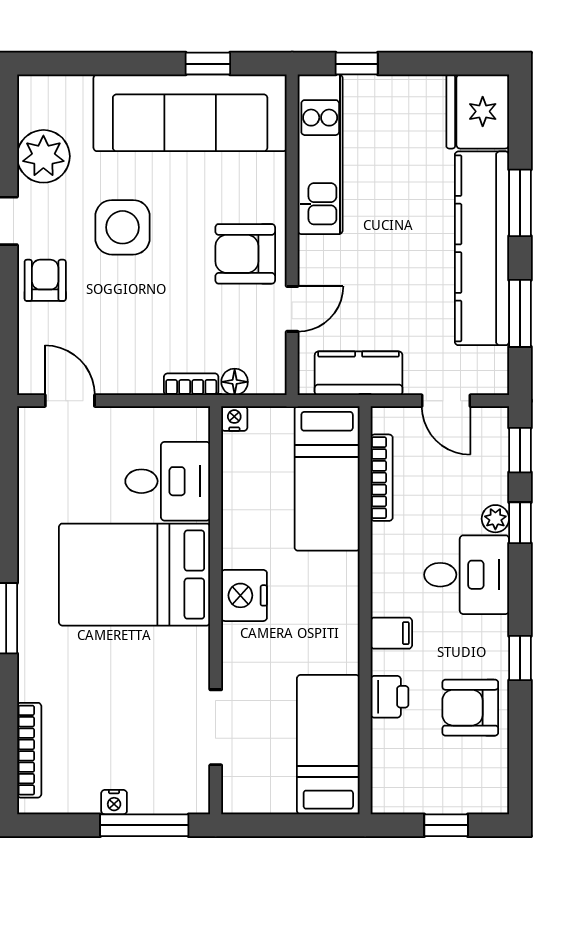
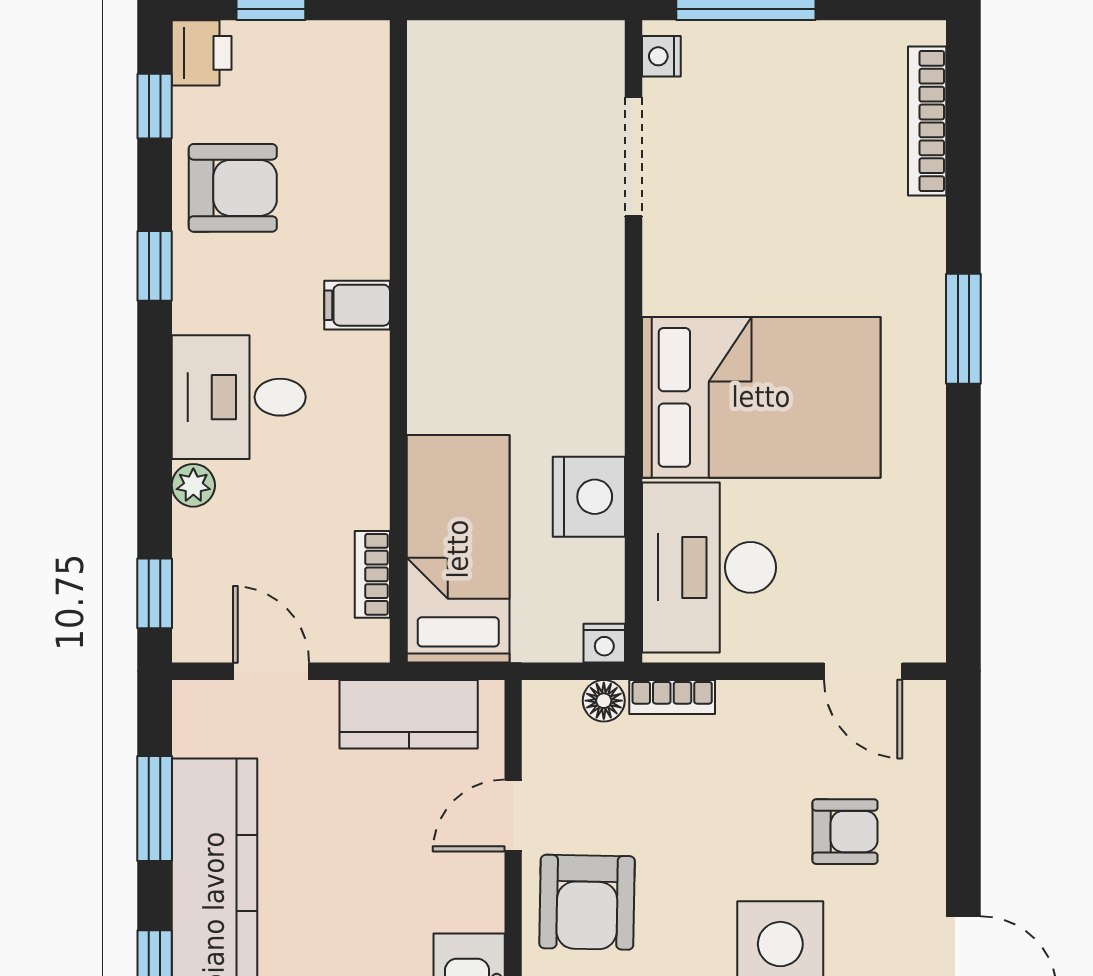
armchair: (245, 254) -> (587, 902), turned 91
armchair: (45, 280) -> (845, 832), moved, turned -90
bookcase: (382, 478) -> (372, 574), width x0.64
desk: (168, 481) -> (709, 567), width x1.37
window: (520, 523) -> (155, 106), moved
nightstand: (244, 595) -> (589, 497), moved
printer: (389, 697) -> (202, 53), moved, turned 180
bed: (328, 745) -> (456, 130), removed
nightstand: (114, 802) -> (661, 56), moved, turned -90

